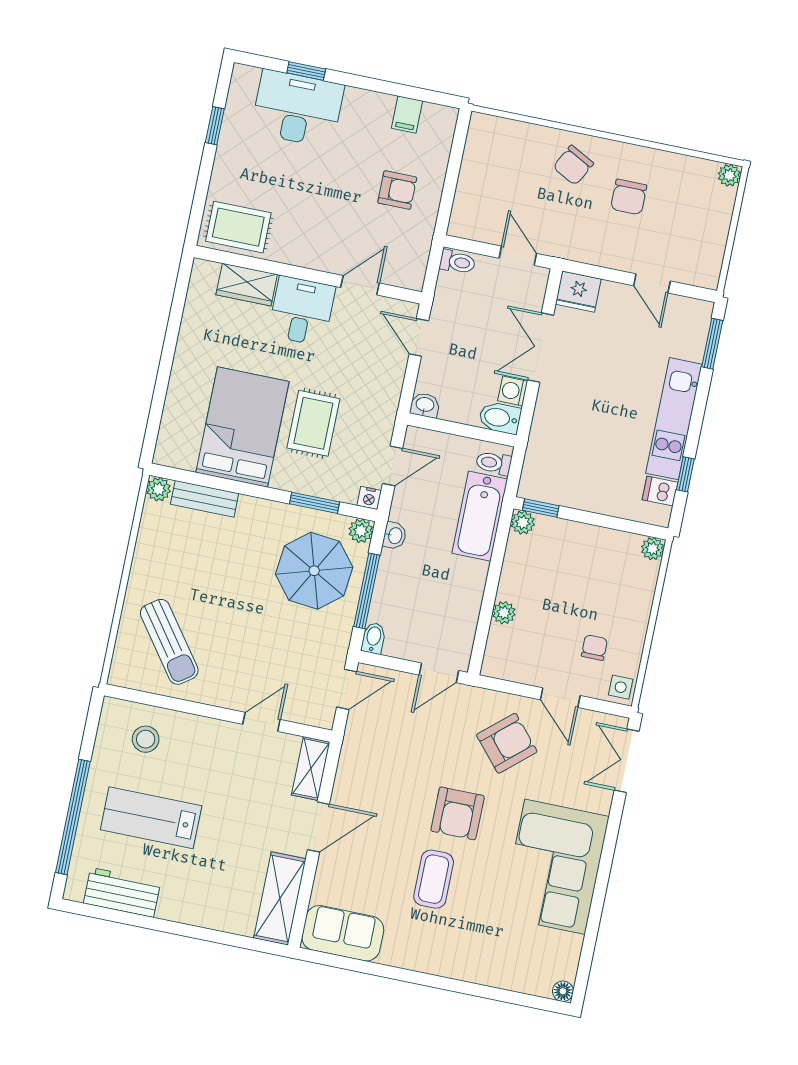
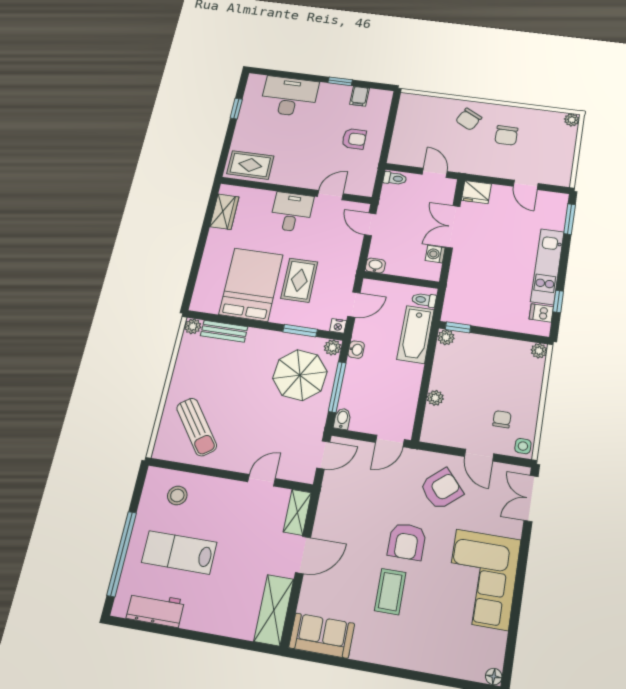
window: (306, 71) -> (340, 81), moved
wardrobe: (247, 285) -> (224, 212), moved, turned -90
bidet: (500, 418) -> (427, 271), removed

